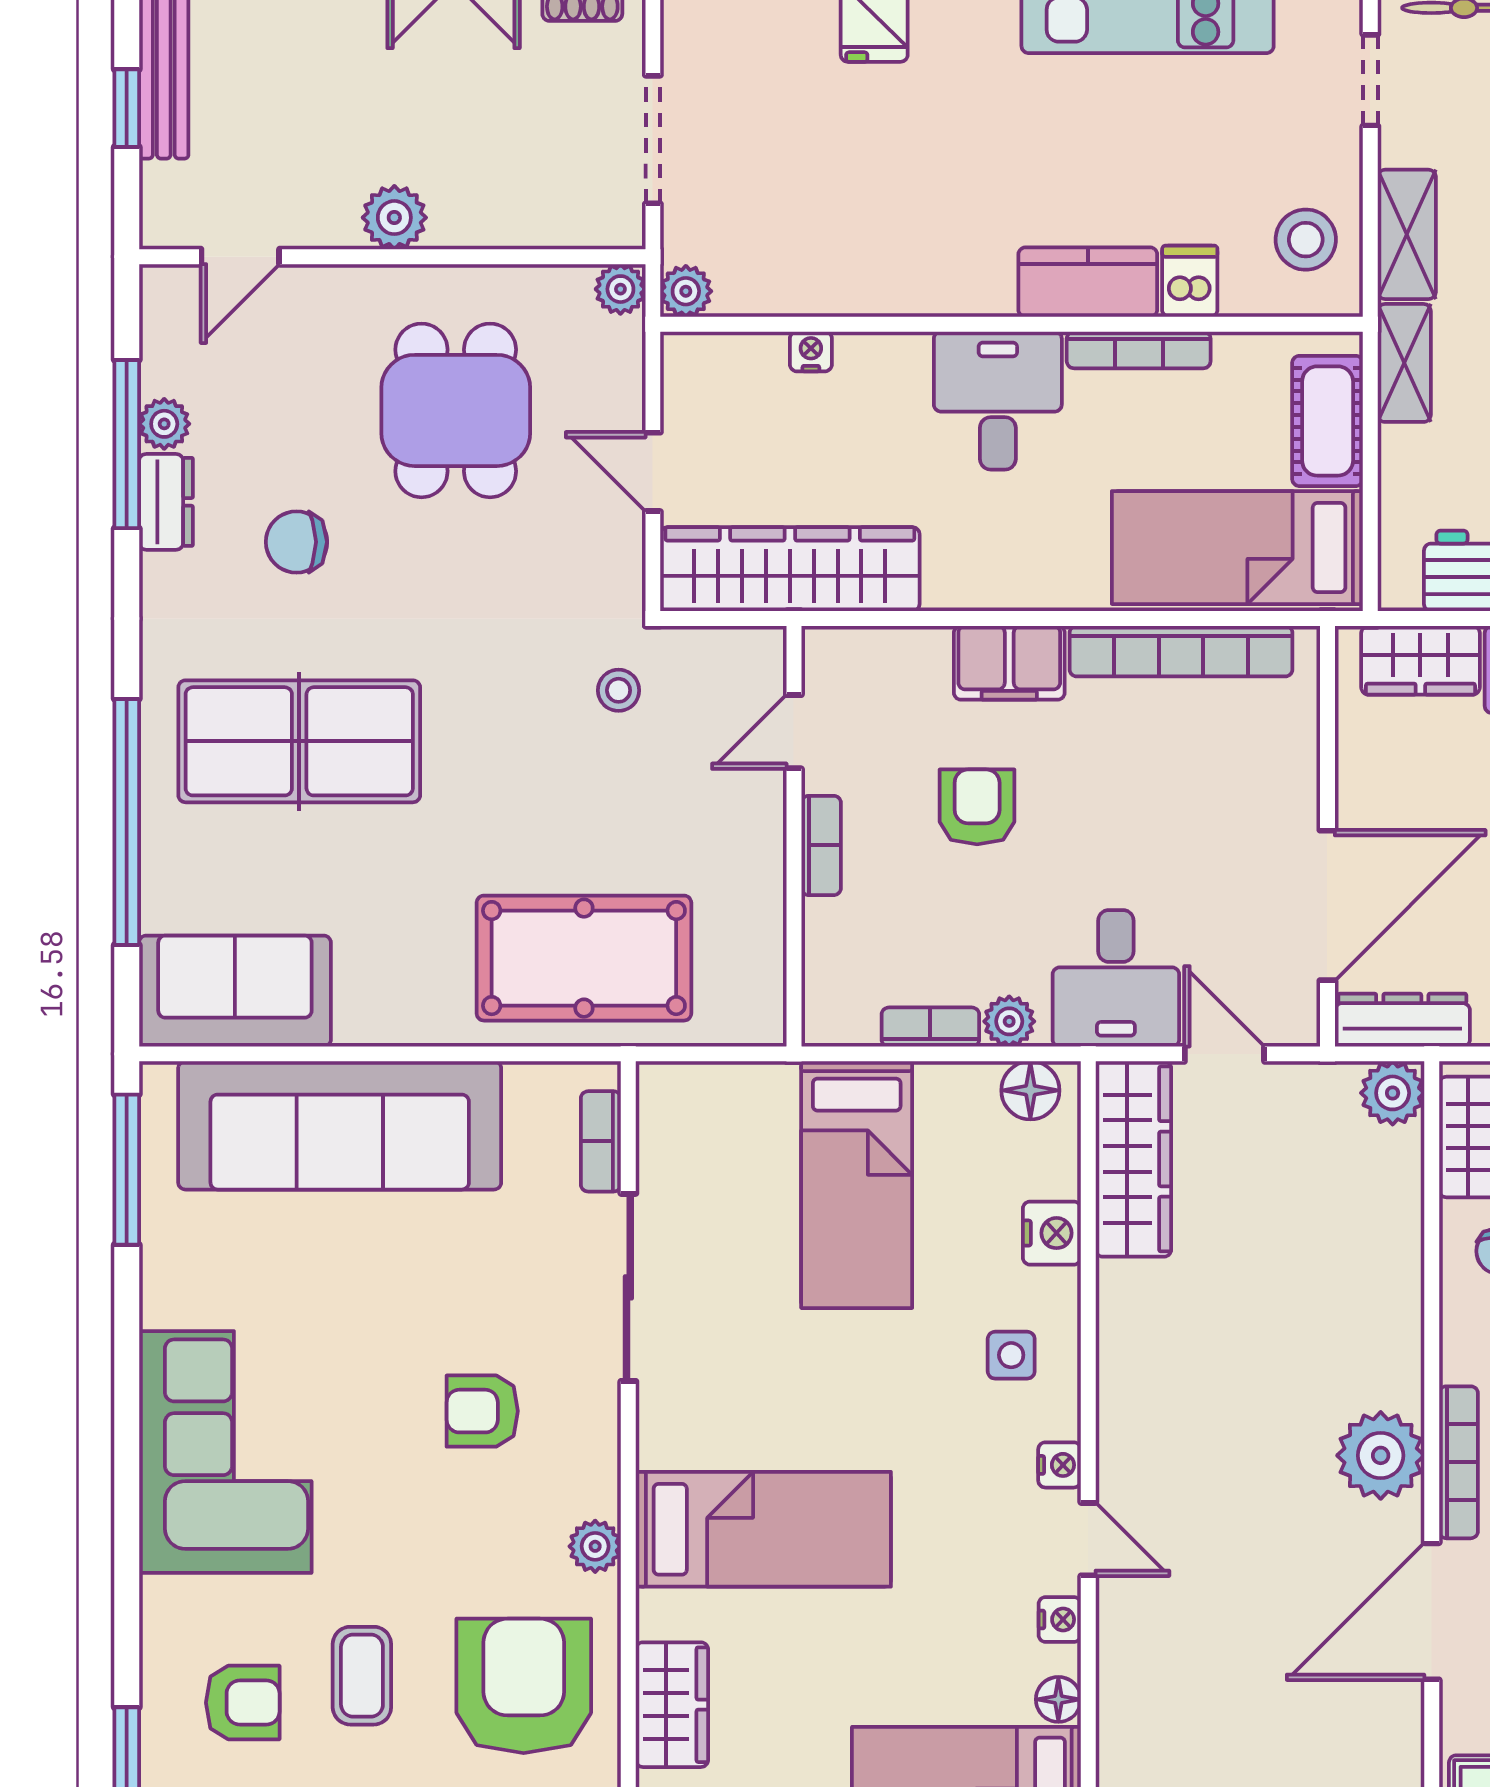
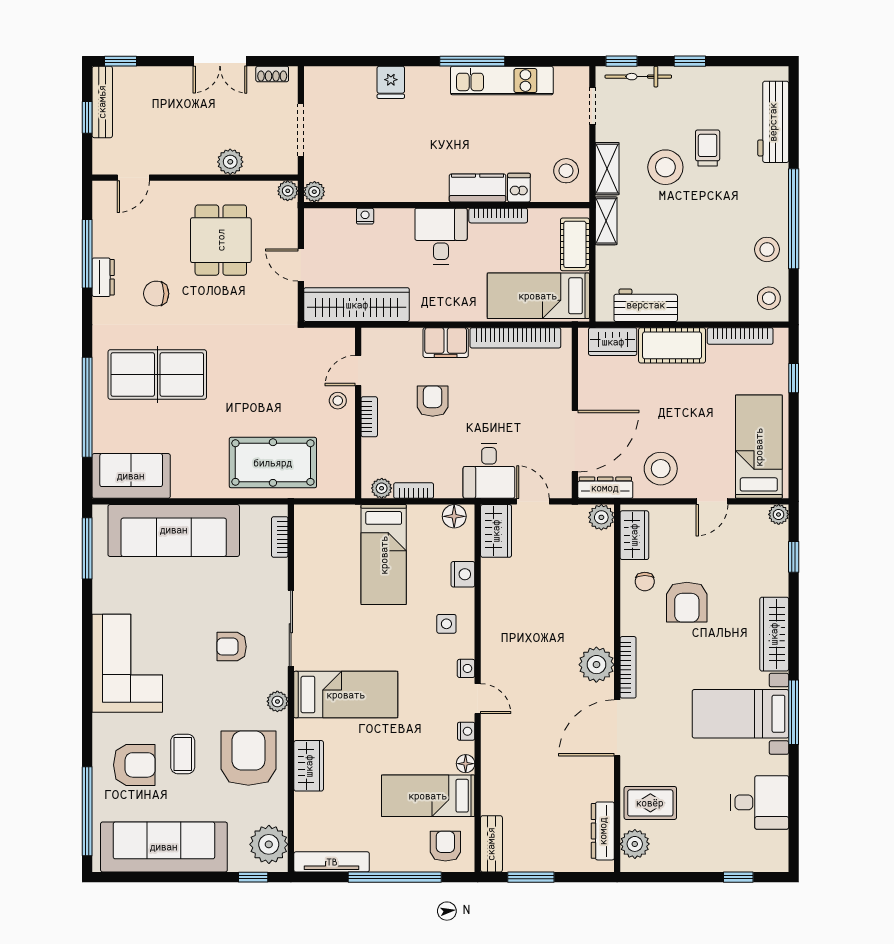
plant: (394, 218) -> (230, 162), moved
plant: (164, 424) -> (102, 246), removed
stool: (619, 690) -> (338, 401), moved
plant: (1009, 1021) -> (382, 488), moved
wardrobe: (1133, 1159) -> (496, 531), width x0.67
sliding door: (628, 1287) -> (291, 628), moved
armchair: (243, 1703) -> (134, 765), width x1.38, depth x1.38

